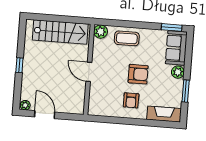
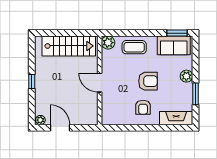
sofa: (176, 48) -> (174, 45), moved, turned -90

